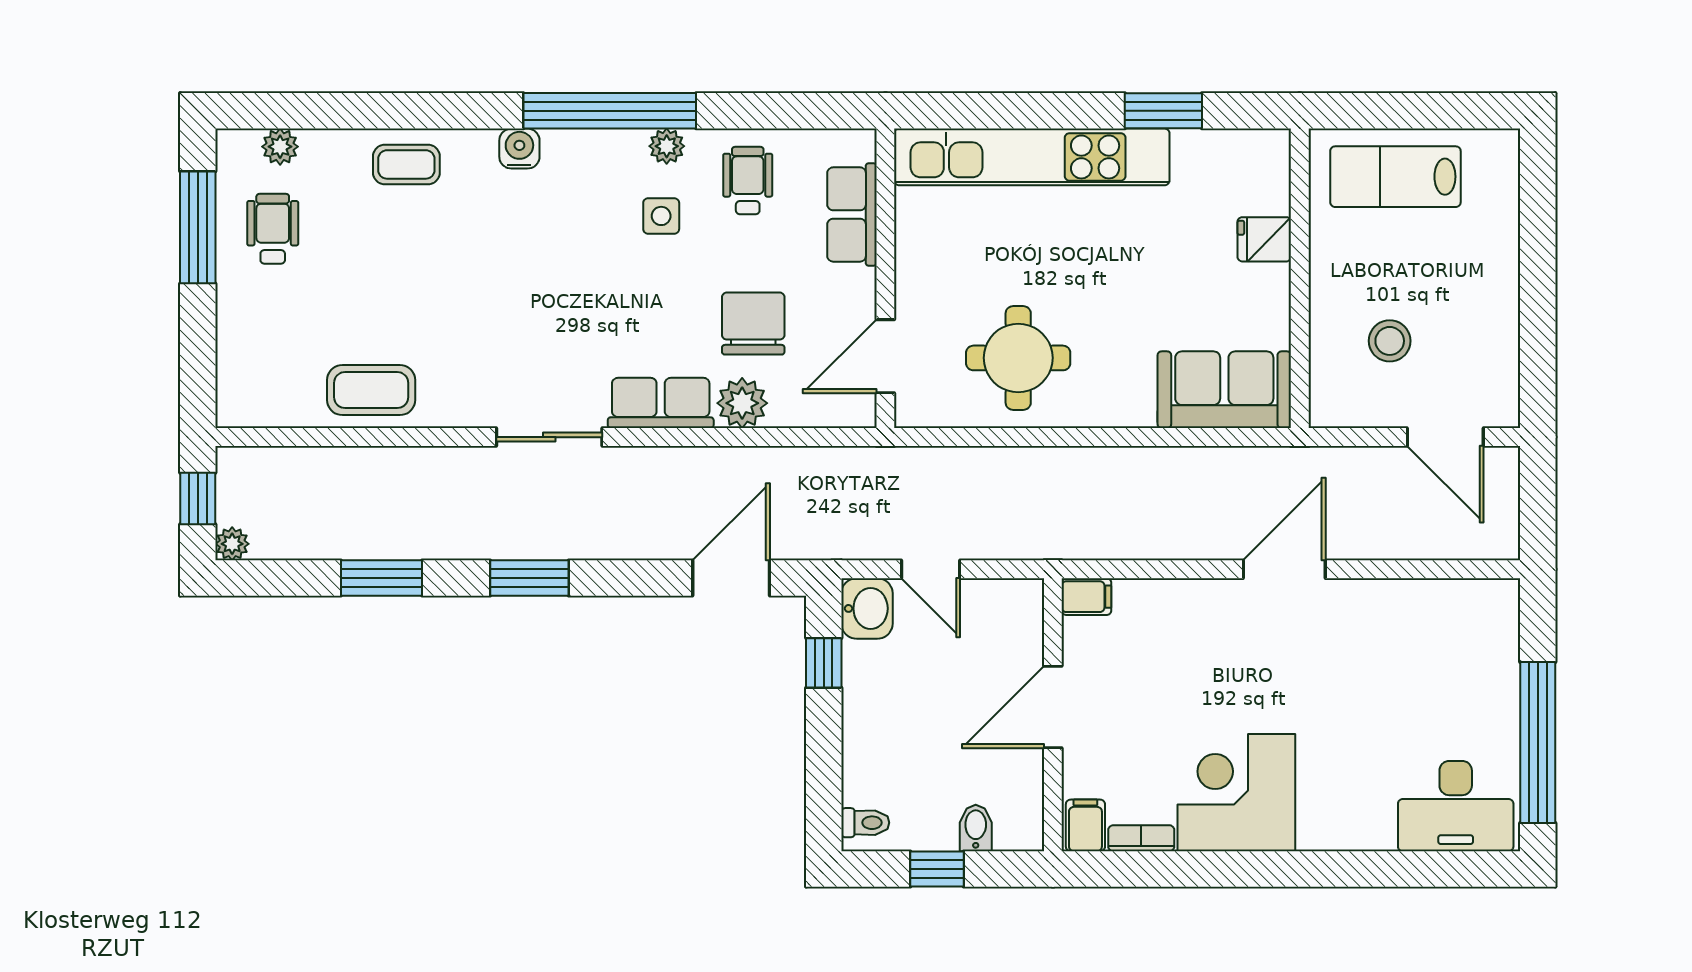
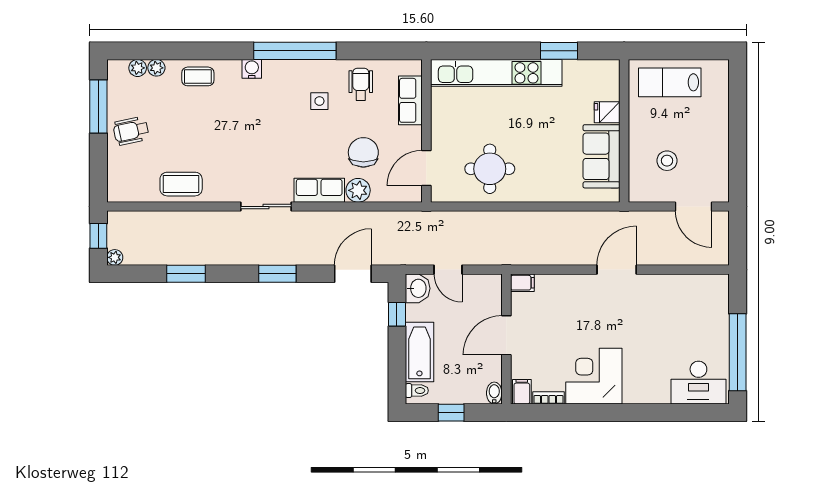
plant: (667, 146) -> (156, 68), moved
wheelchair: (273, 229) -> (131, 131), moved, turned -102
sofa: (1224, 390) -> (602, 156), moved, turned -90
window: (529, 578) -> (277, 274), moved
bathtub: (871, 742) -> (419, 352), added
bidet: (976, 828) -> (494, 393), moved

